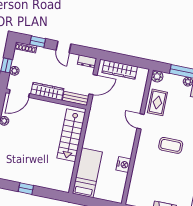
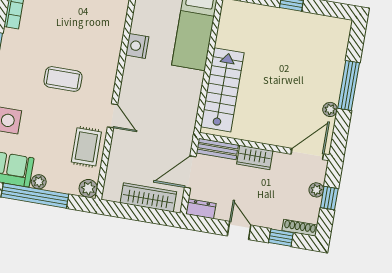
wardrobe: (47, 91) -> (255, 157), width x0.67

